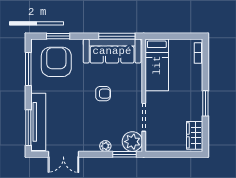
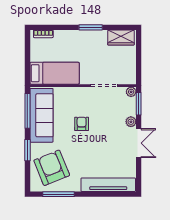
window: (58, 36) -> (27, 150), moved
armchair: (56, 62) -> (52, 168), turned 68
window: (28, 128) -> (114, 194), removed
plant: (132, 142) -> (131, 92), width x0.53, depth x0.53
double door: (63, 154) -> (139, 143), moved

